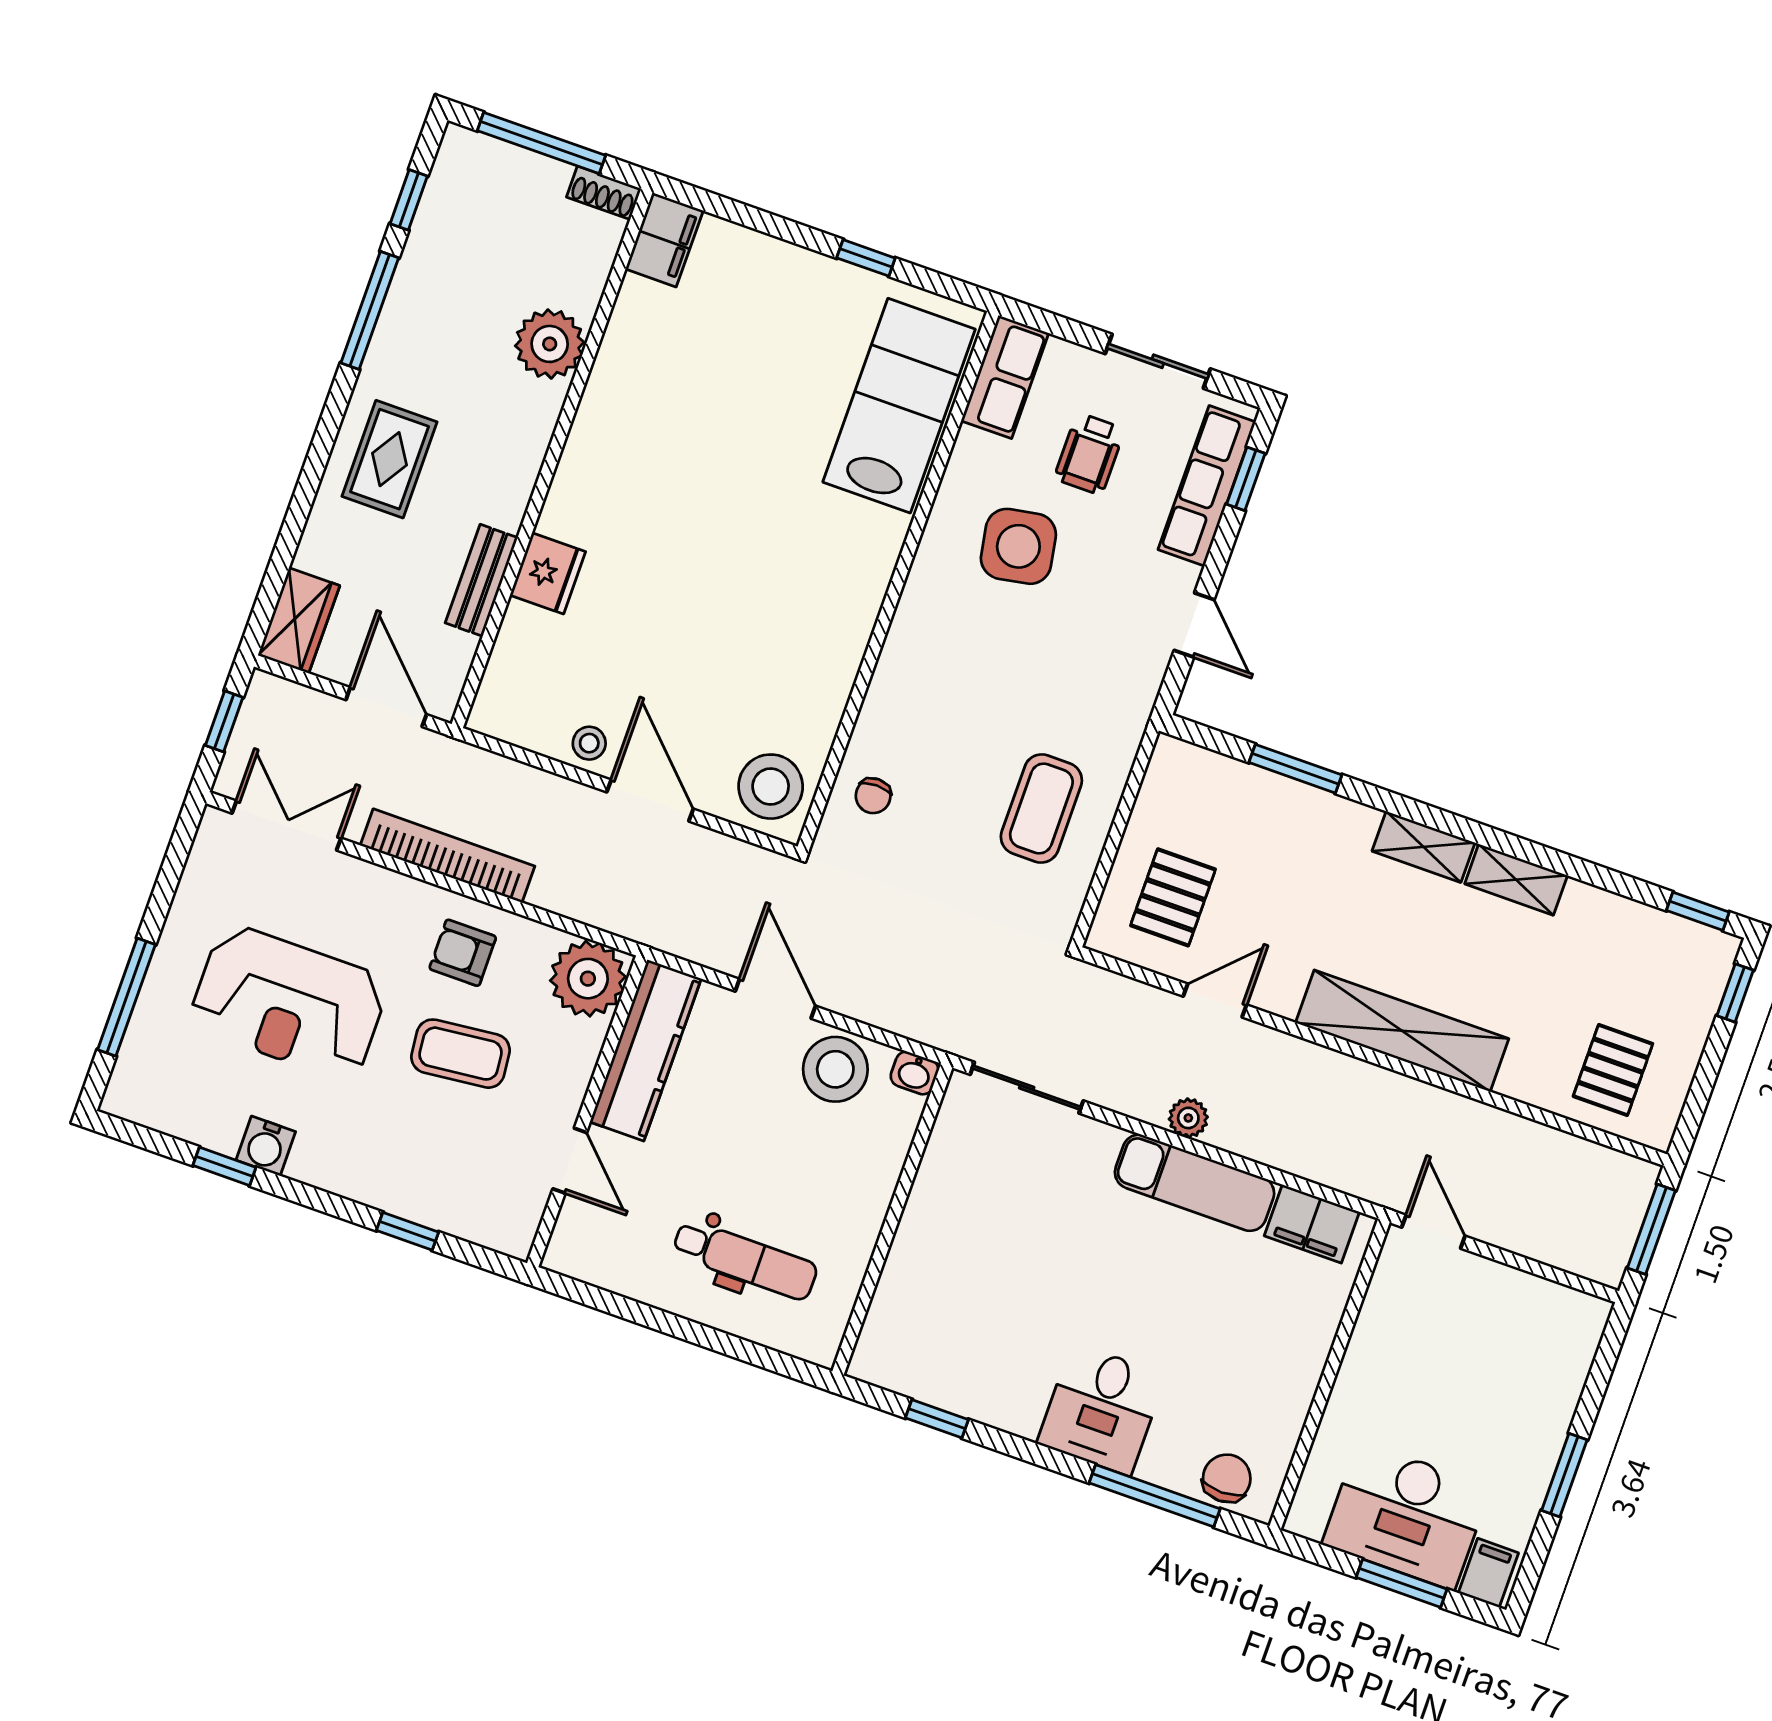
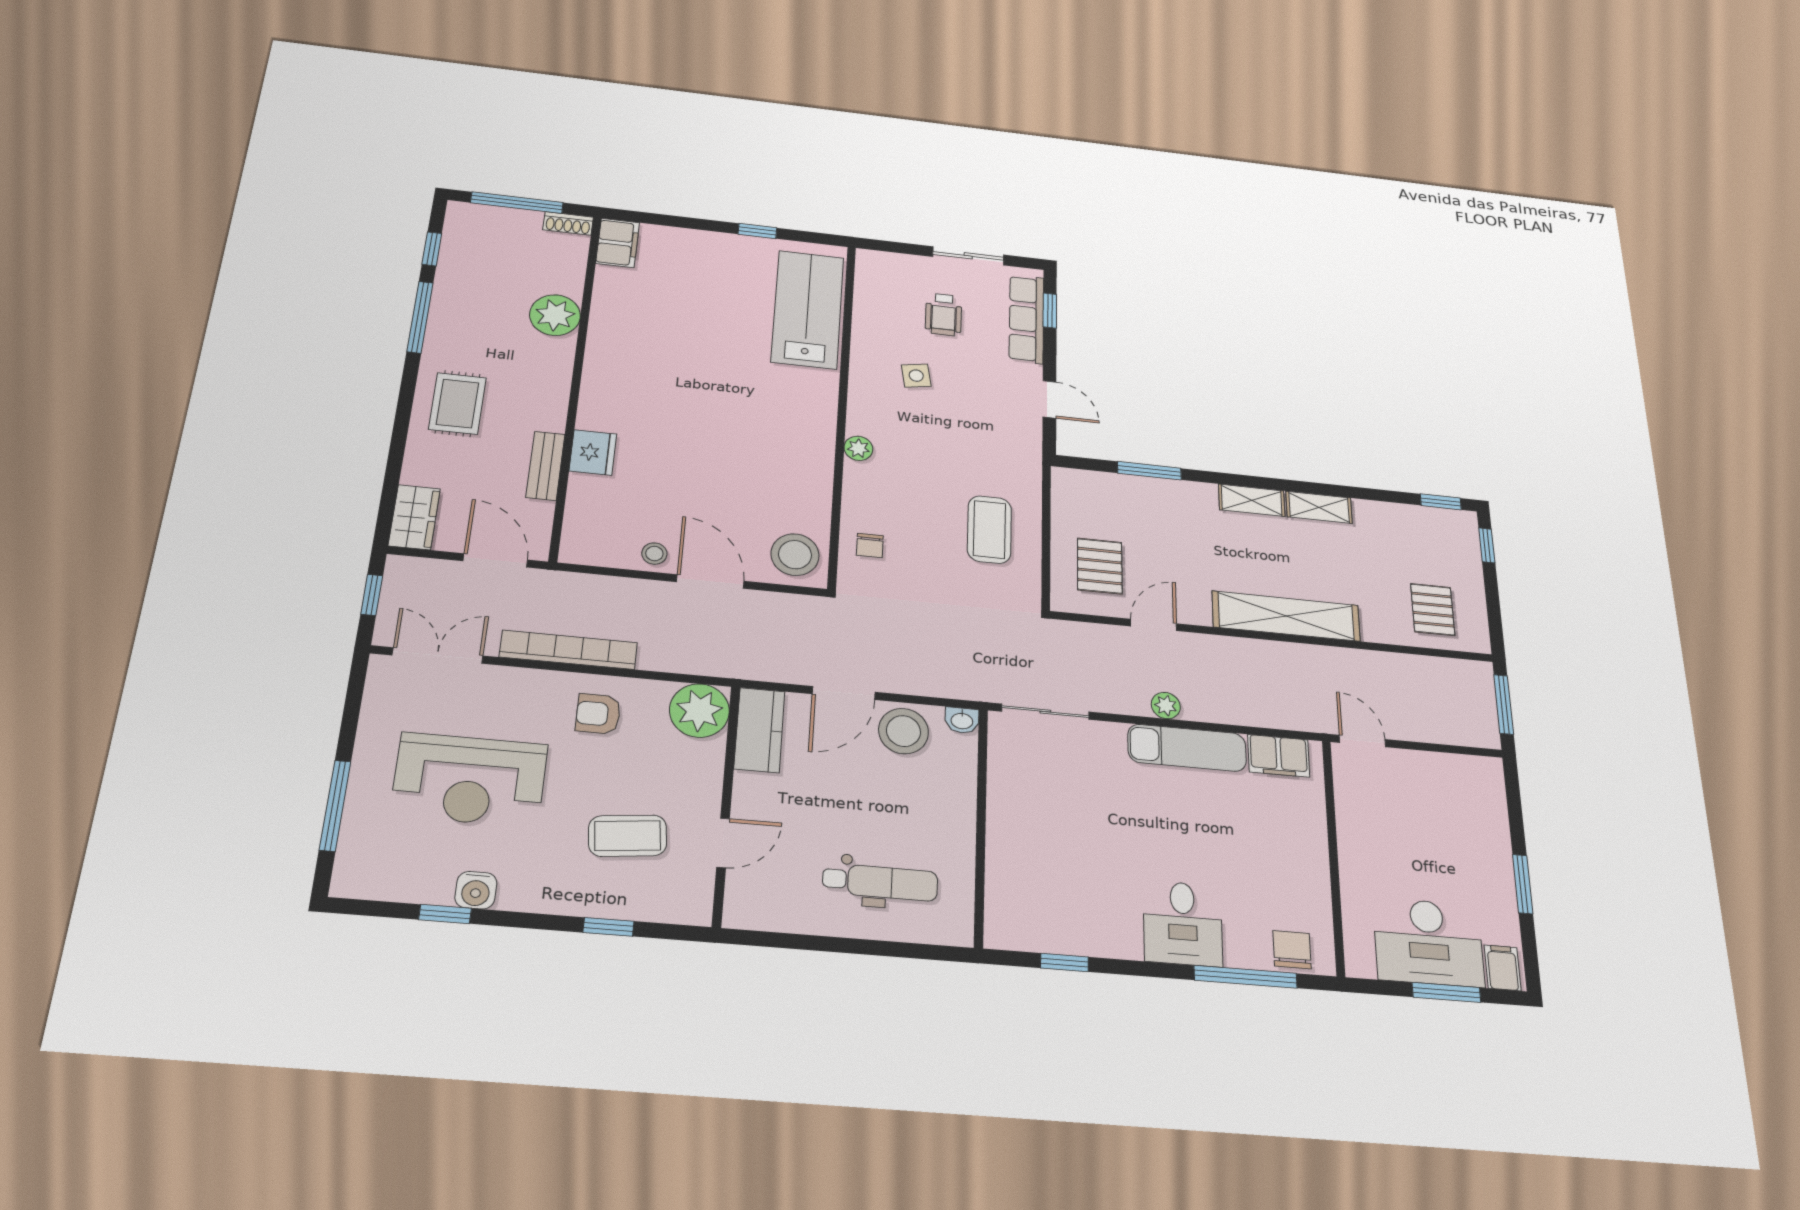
row of seats: (1005, 377) -> (872, 281), removed
side table: (1018, 546) -> (916, 376), width x0.54, depth x0.54
plant: (903, 645) -> (858, 448), added
door: (775, 999) -> (844, 693), swing flipped
kitchen counter: (646, 1050) -> (759, 730), width x0.67
coffee table: (461, 1054) -> (628, 836), moved
door: (570, 1161) -> (723, 843), hinge flipped

